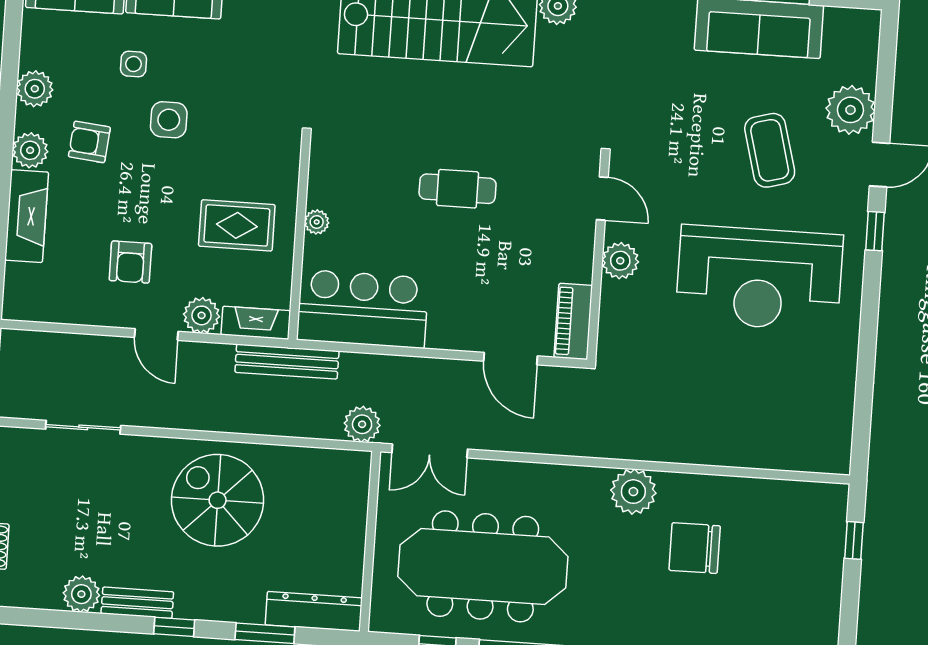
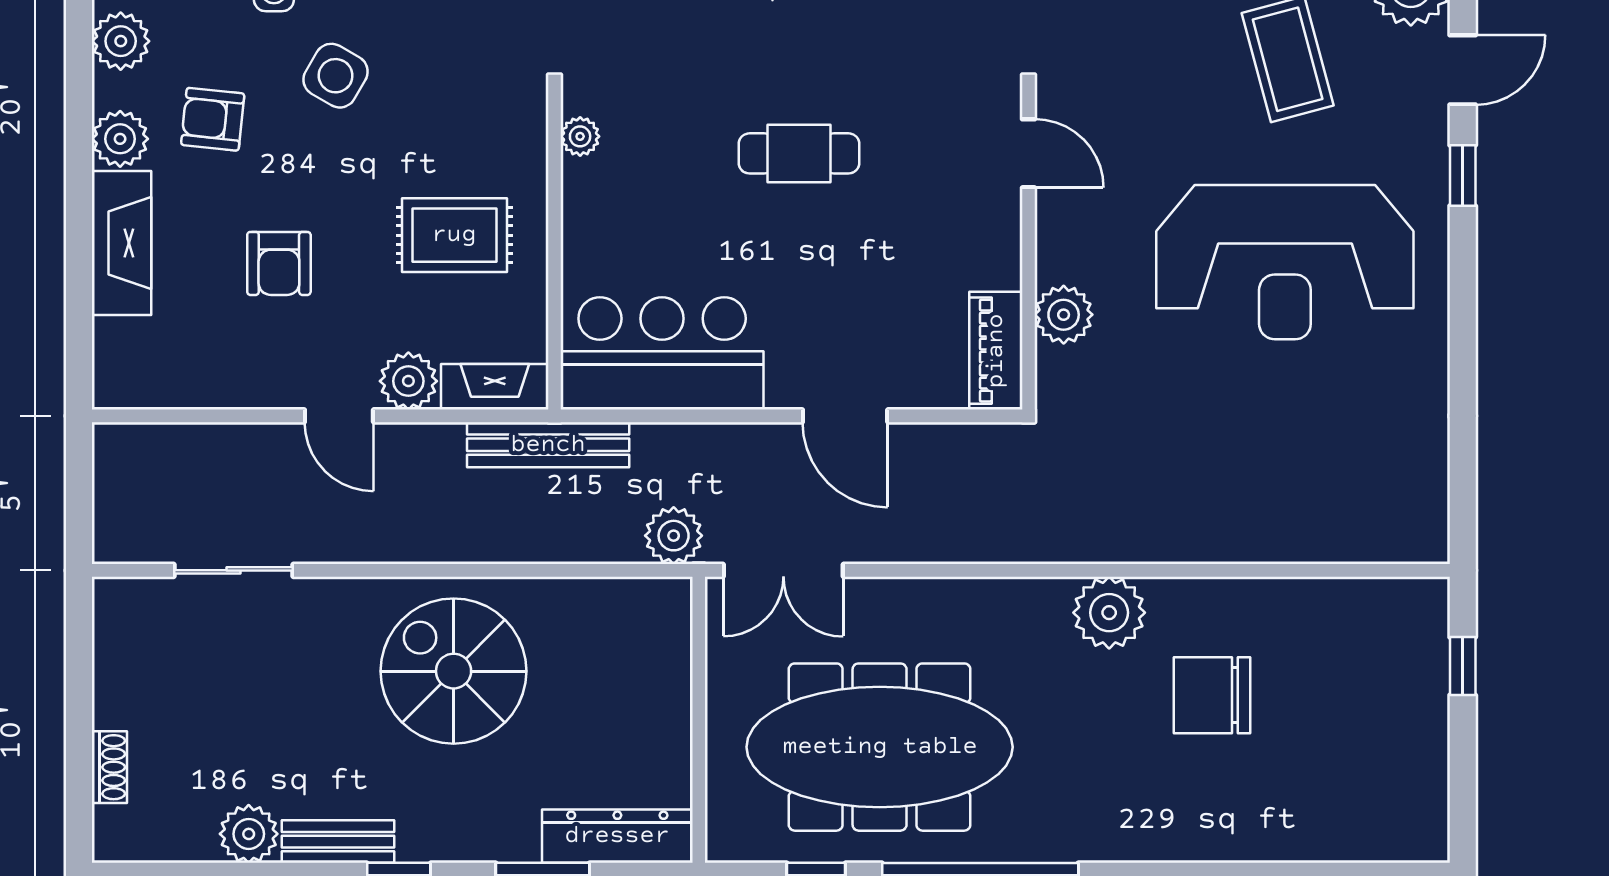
side table: (169, 120) -> (336, 76), turned 30
plant: (317, 222) -> (580, 136), moved
plant: (620, 261) -> (1064, 315), moved
armchair: (130, 262) -> (279, 263), moved
door: (510, 359) -> (845, 416), moved

